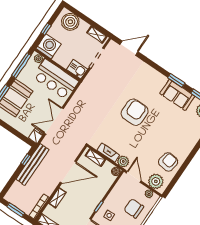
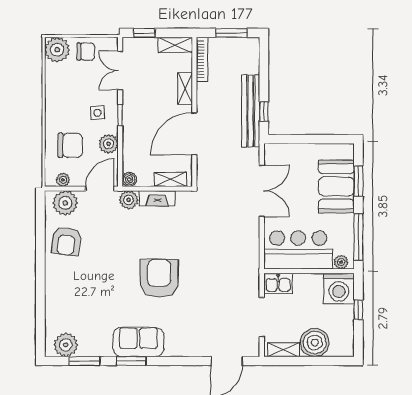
boiler: (70, 22) -> (315, 342), moved
sofa: (177, 95) -> (138, 342), moved
armchair: (135, 112) -> (159, 278), turned 180
fridge: (36, 136) -> (272, 154), removed
door: (134, 177) -> (100, 189), swing flipped
plant: (114, 196) -> (109, 144), added

